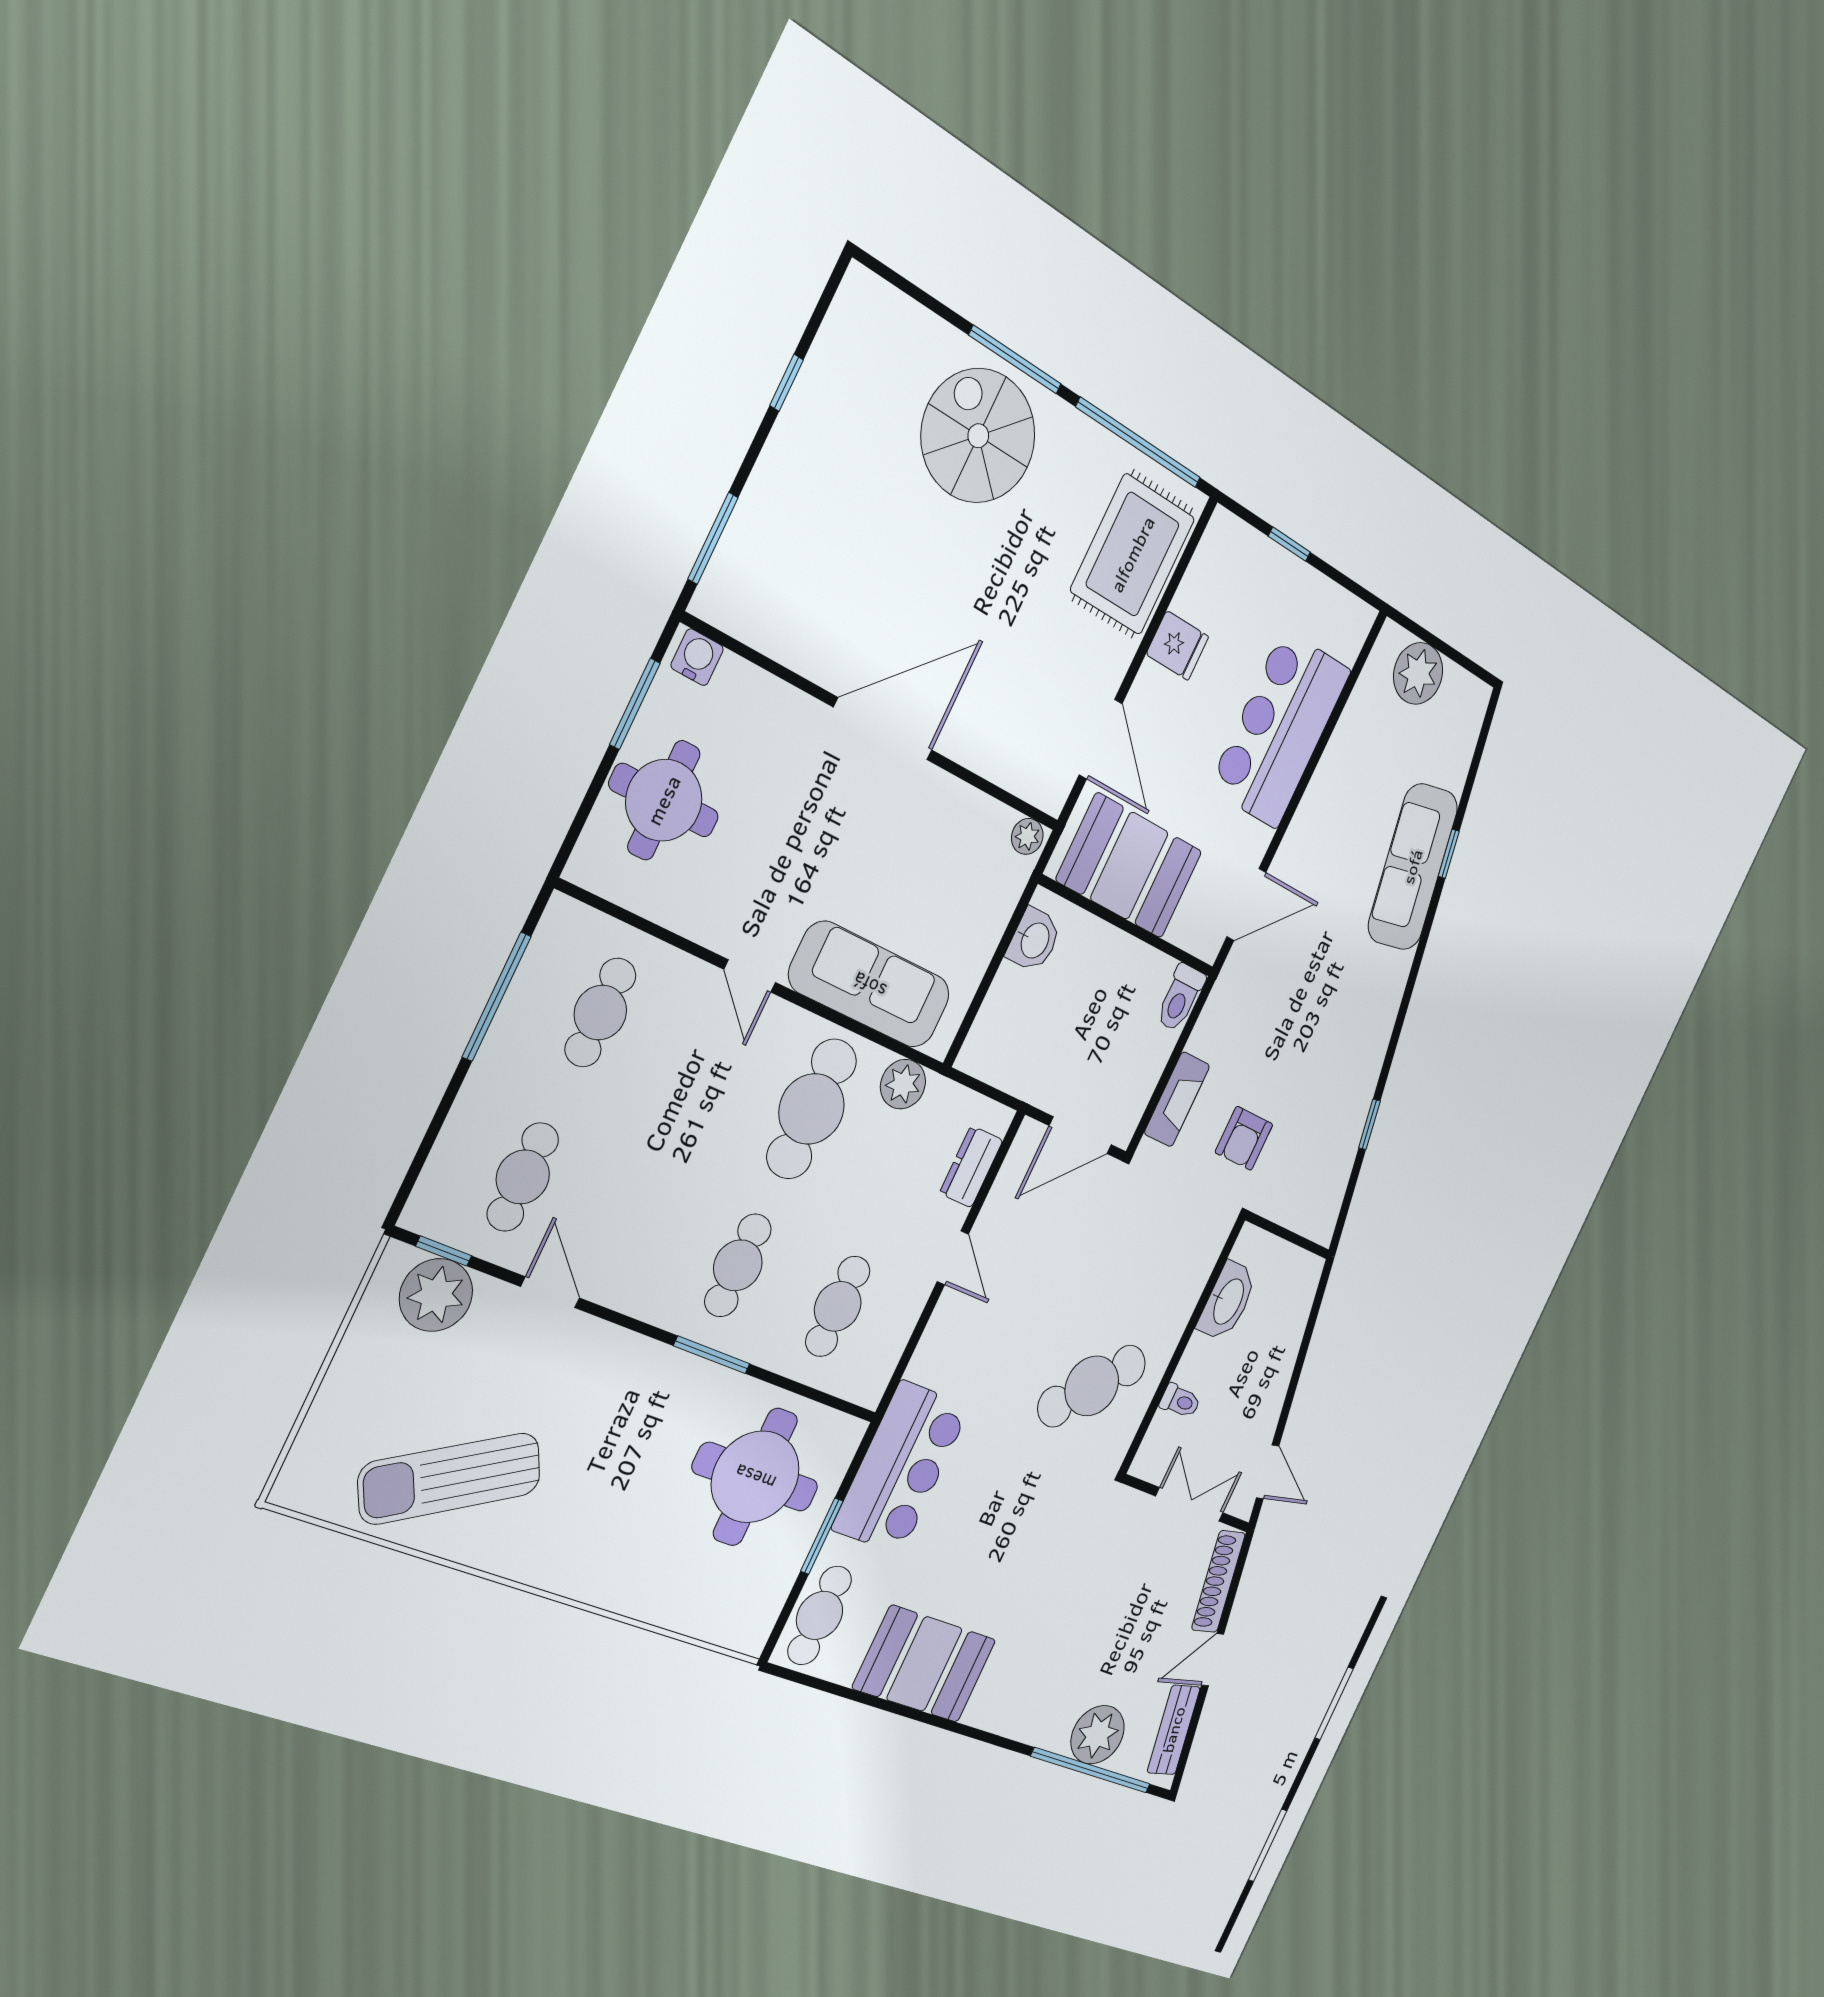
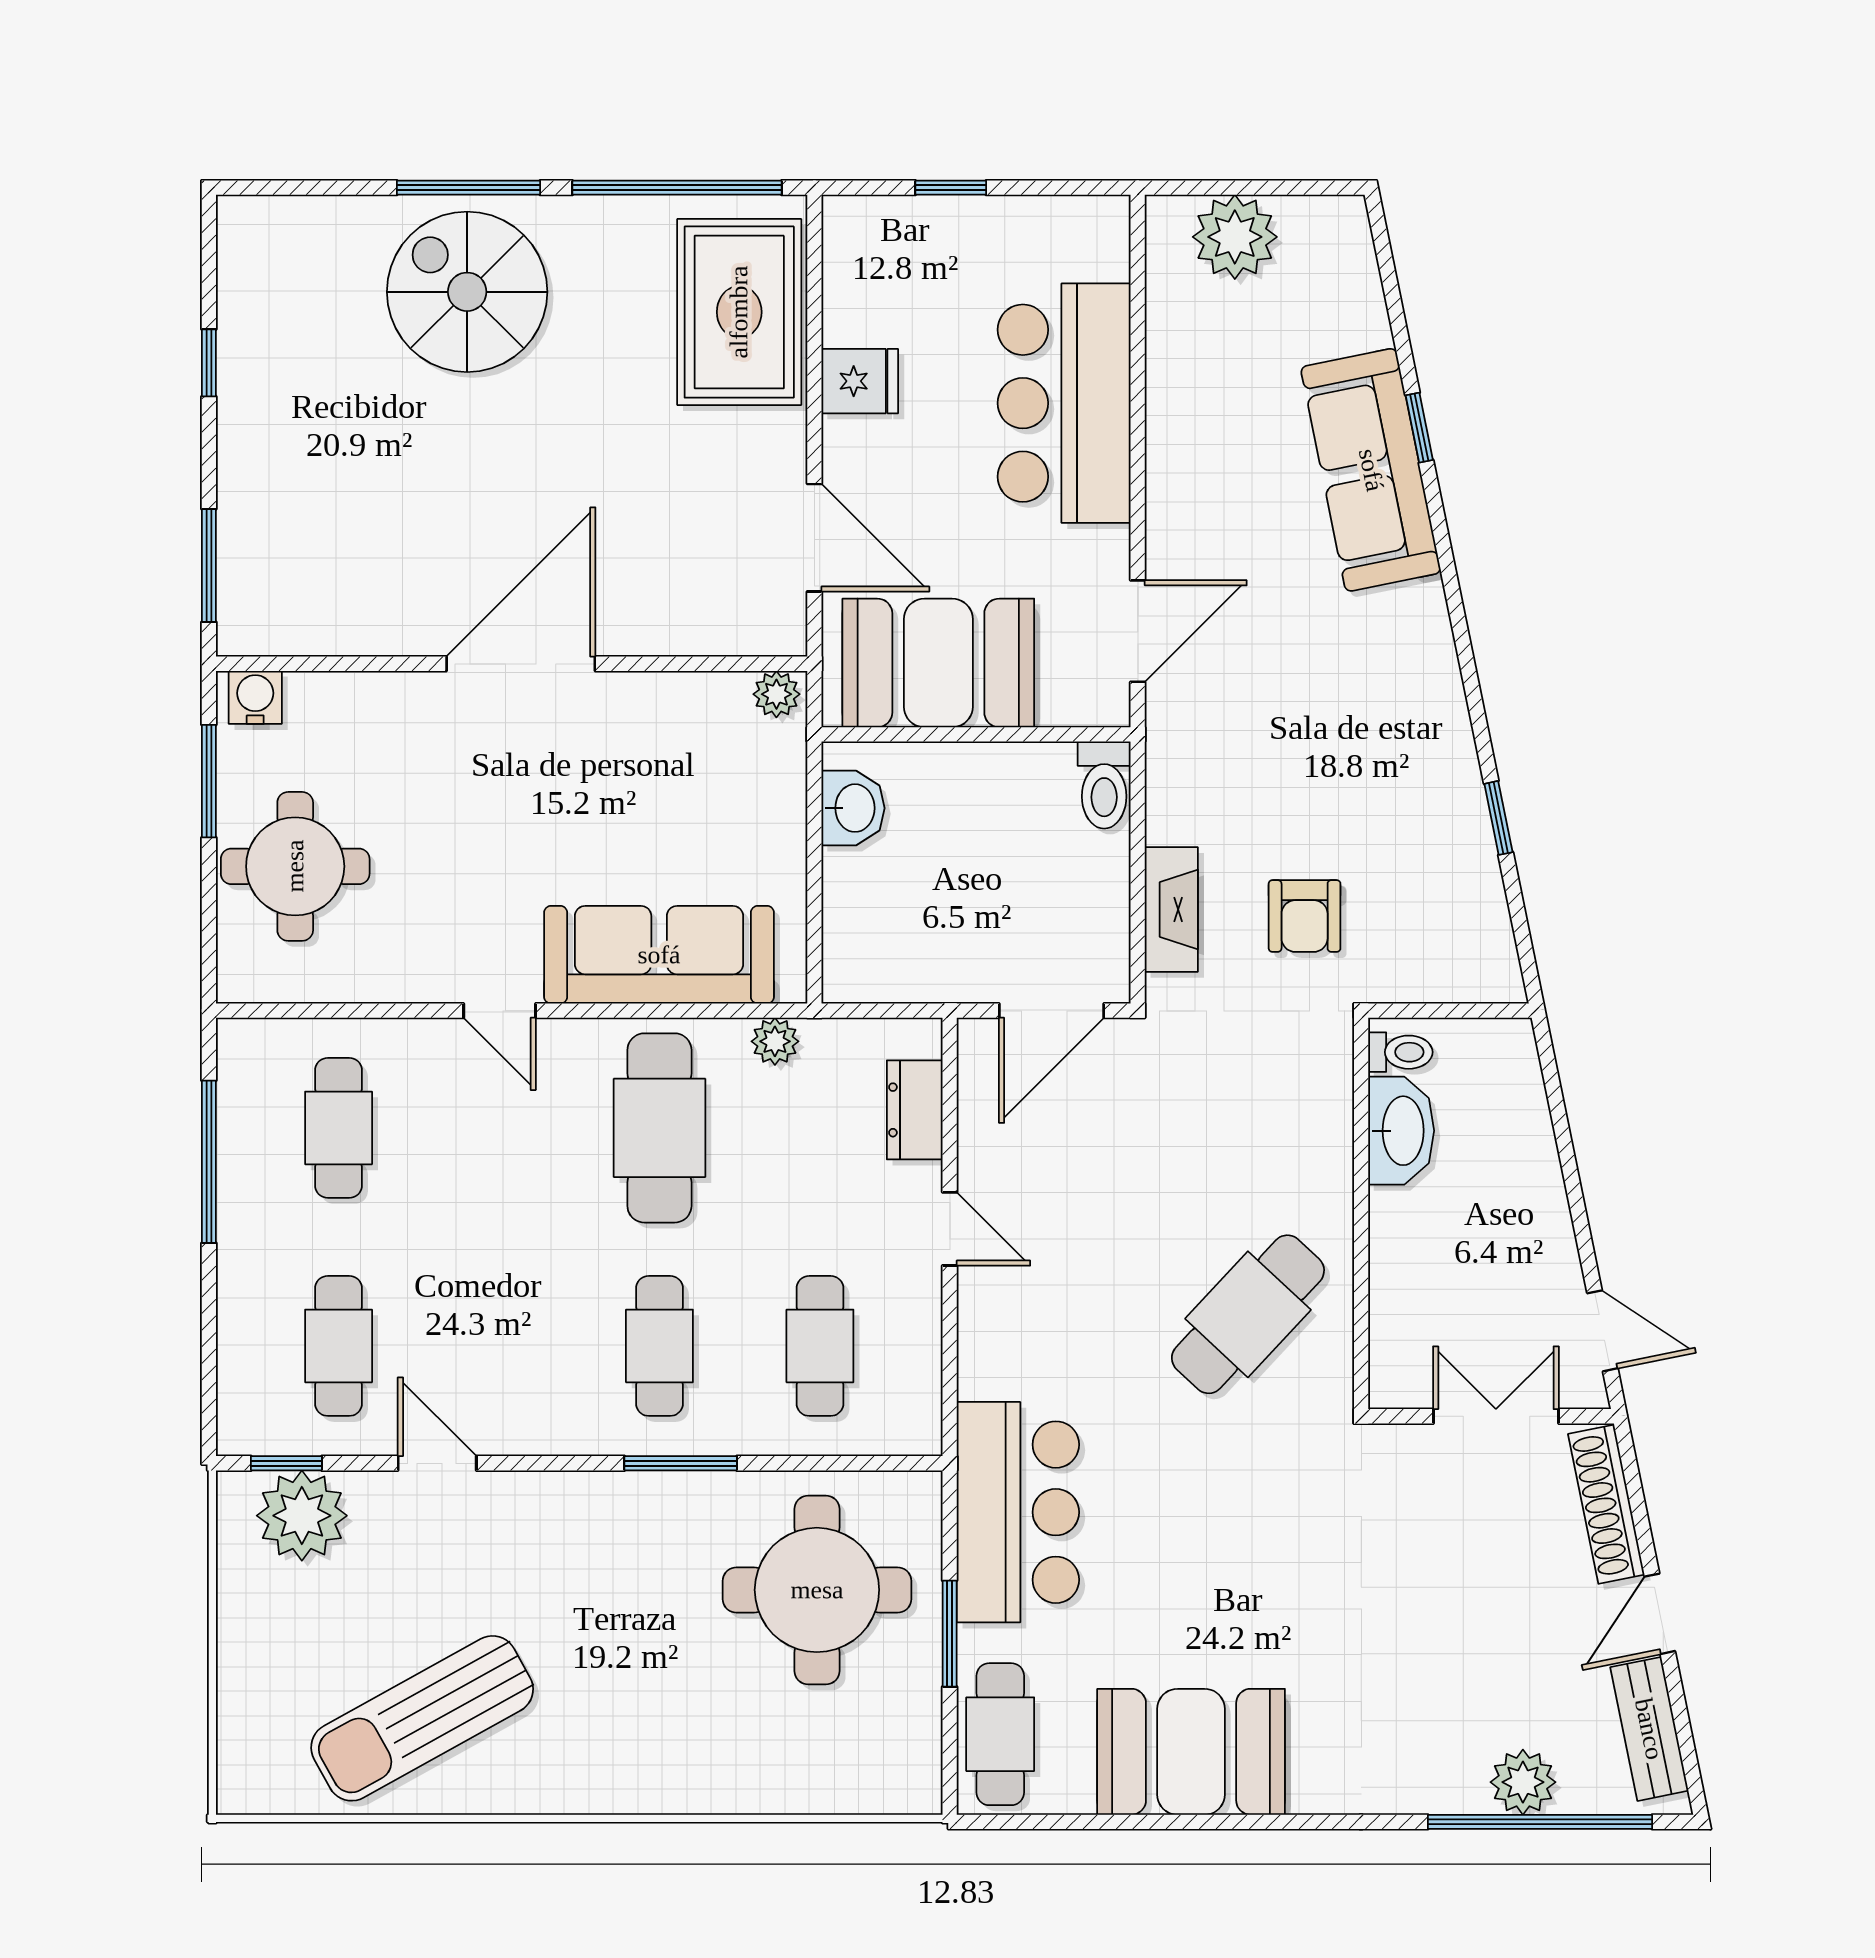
plant: (903, 1084) -> (775, 1041), width x0.73, depth x0.73
toilet: (1180, 1401) -> (1400, 1052), moved
plant: (1098, 1735) -> (1523, 1782), width x0.73, depth x0.73

